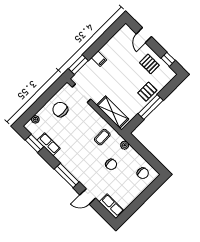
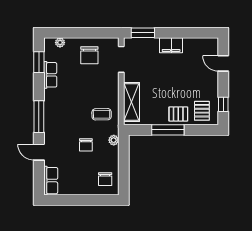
door: (144, 35) -> (223, 63), hinge flipped
filing cabinet: (99, 59) -> (171, 45), width x2.00
pallet: (149, 64) -> (202, 111), moved
chair: (60, 110) -> (89, 55), turned 180

